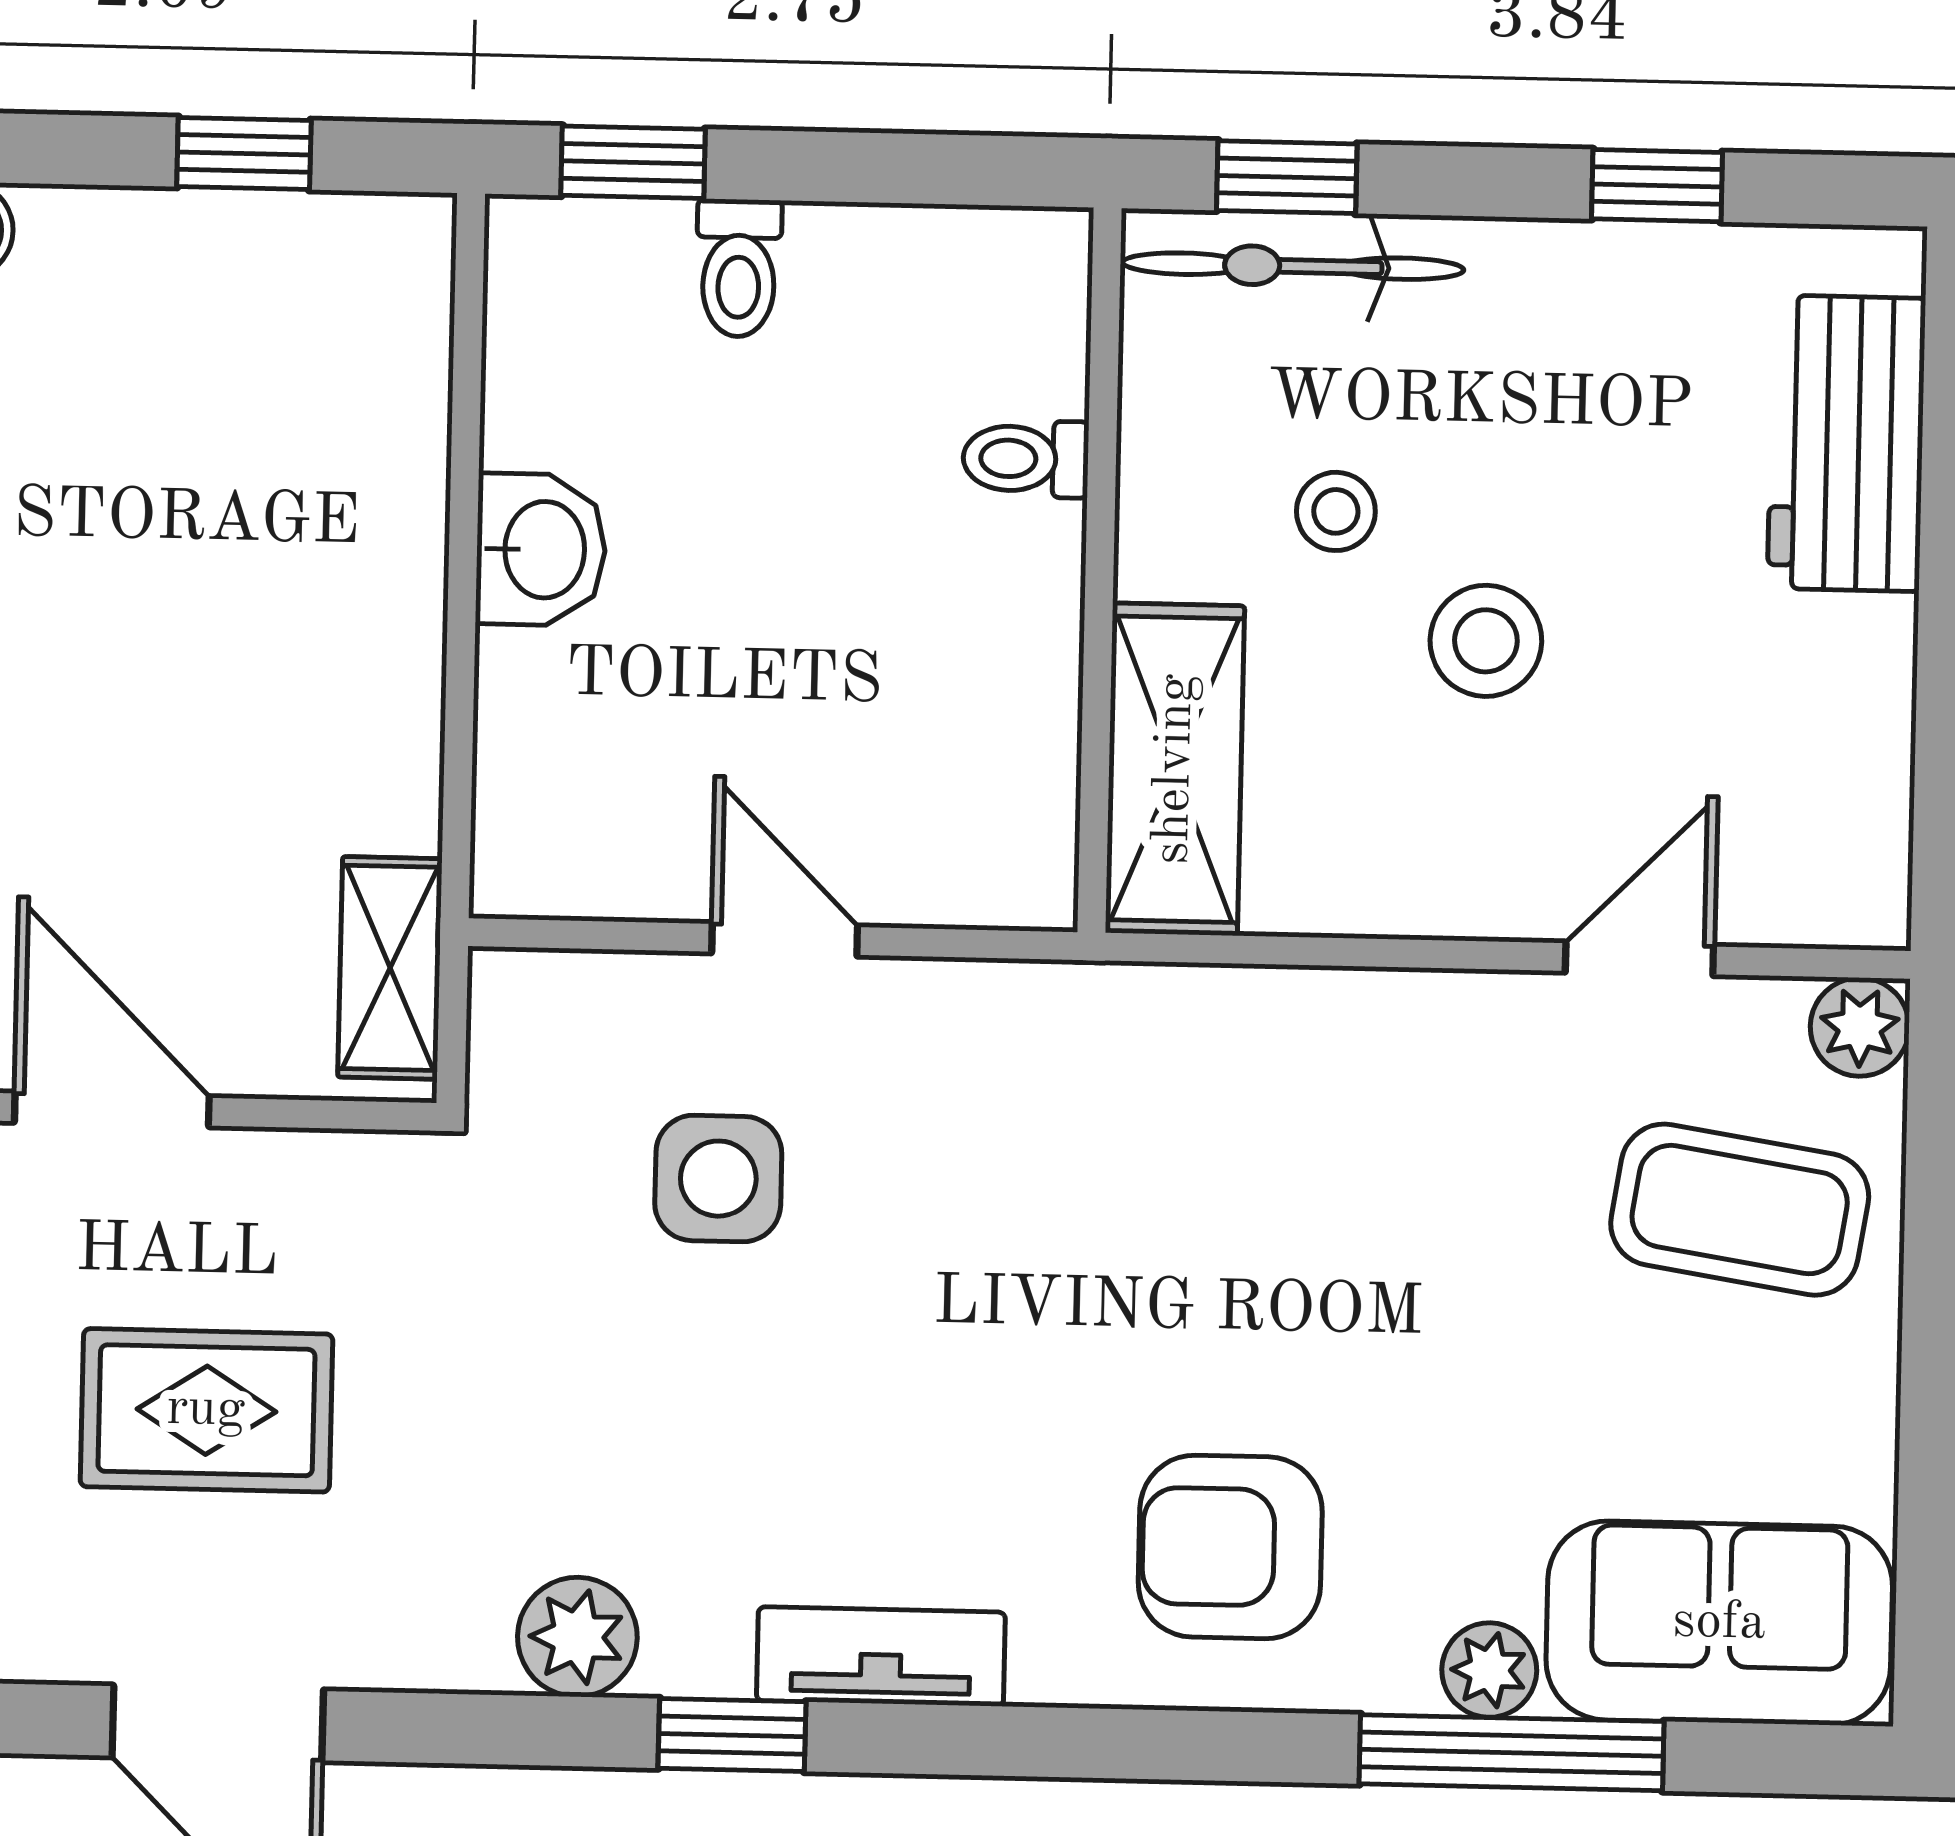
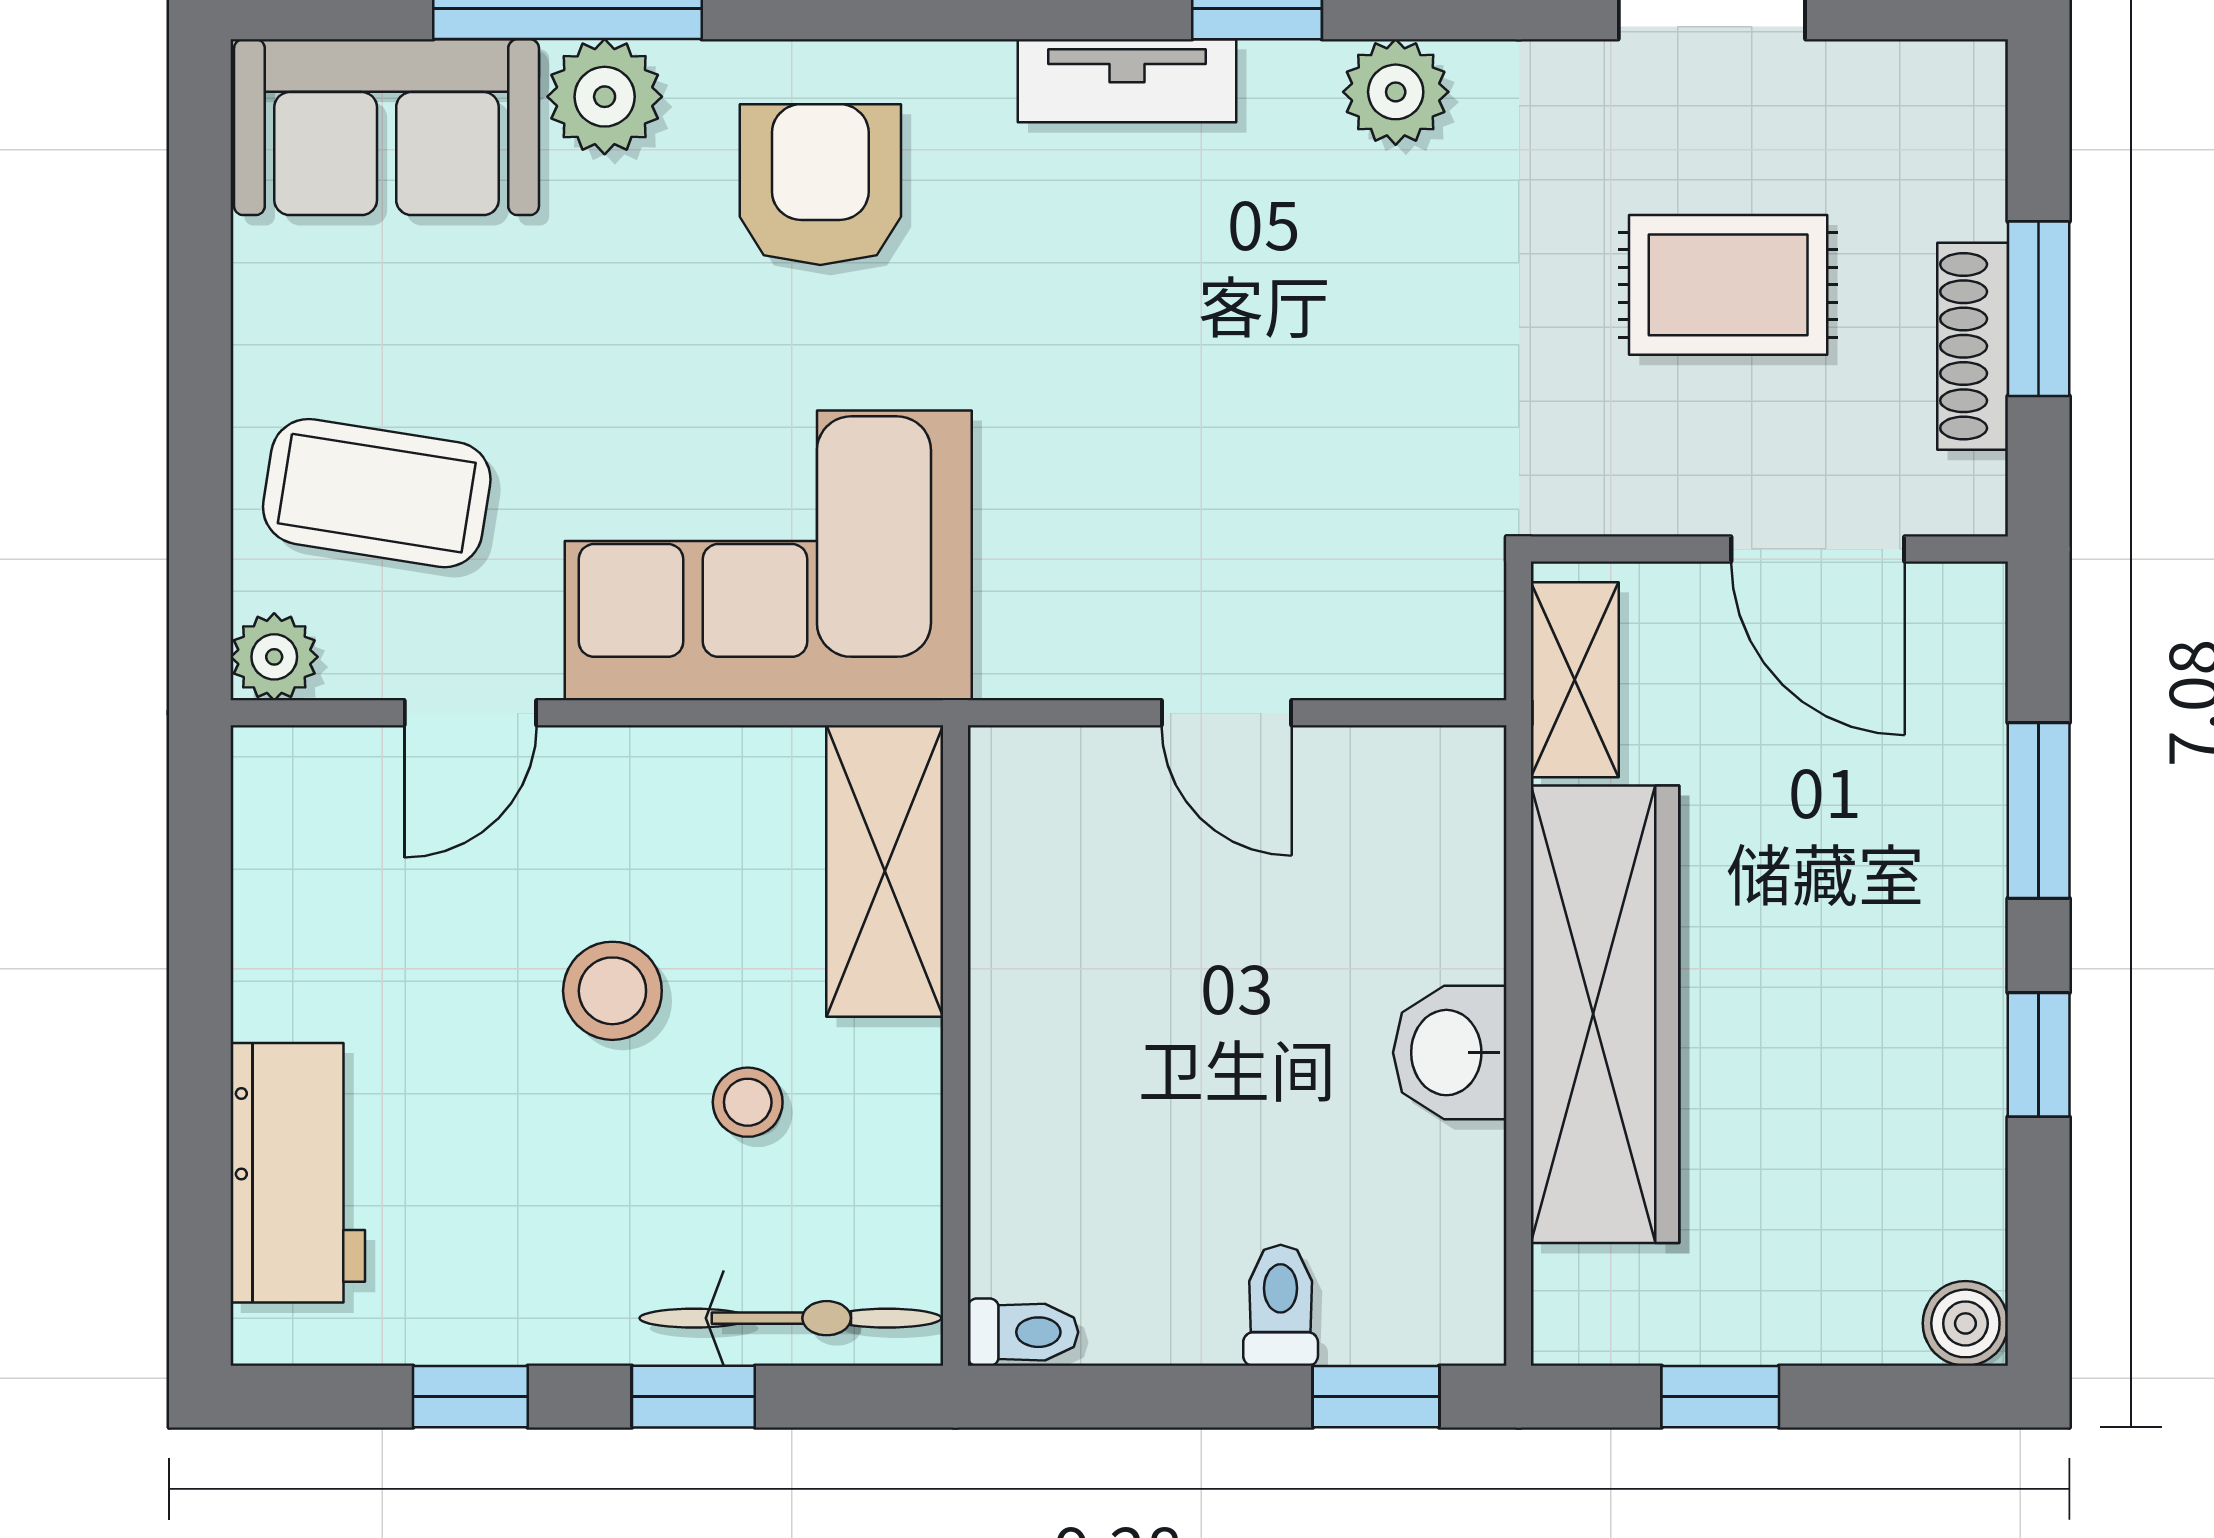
window: (1287, 177) -> (693, 1397), moved
toilet: (1026, 459) -> (1023, 1332), moved
wardrobe: (364, 589) -> (1605, 1014), added
corner sofa: (1299, 1129) -> (768, 555), added
side table: (718, 1179) -> (1280, 500), removed
armchair: (1230, 1547) -> (820, 185), turned -90
plant: (1489, 1670) -> (605, 97), width x1.38, depth x1.38

